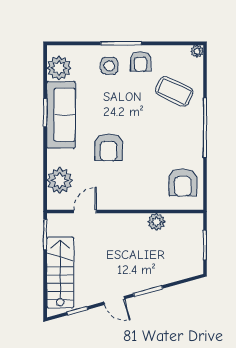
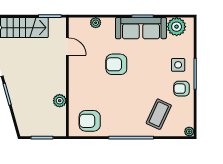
plant: (60, 181) -> (96, 23), width x0.53, depth x0.53

